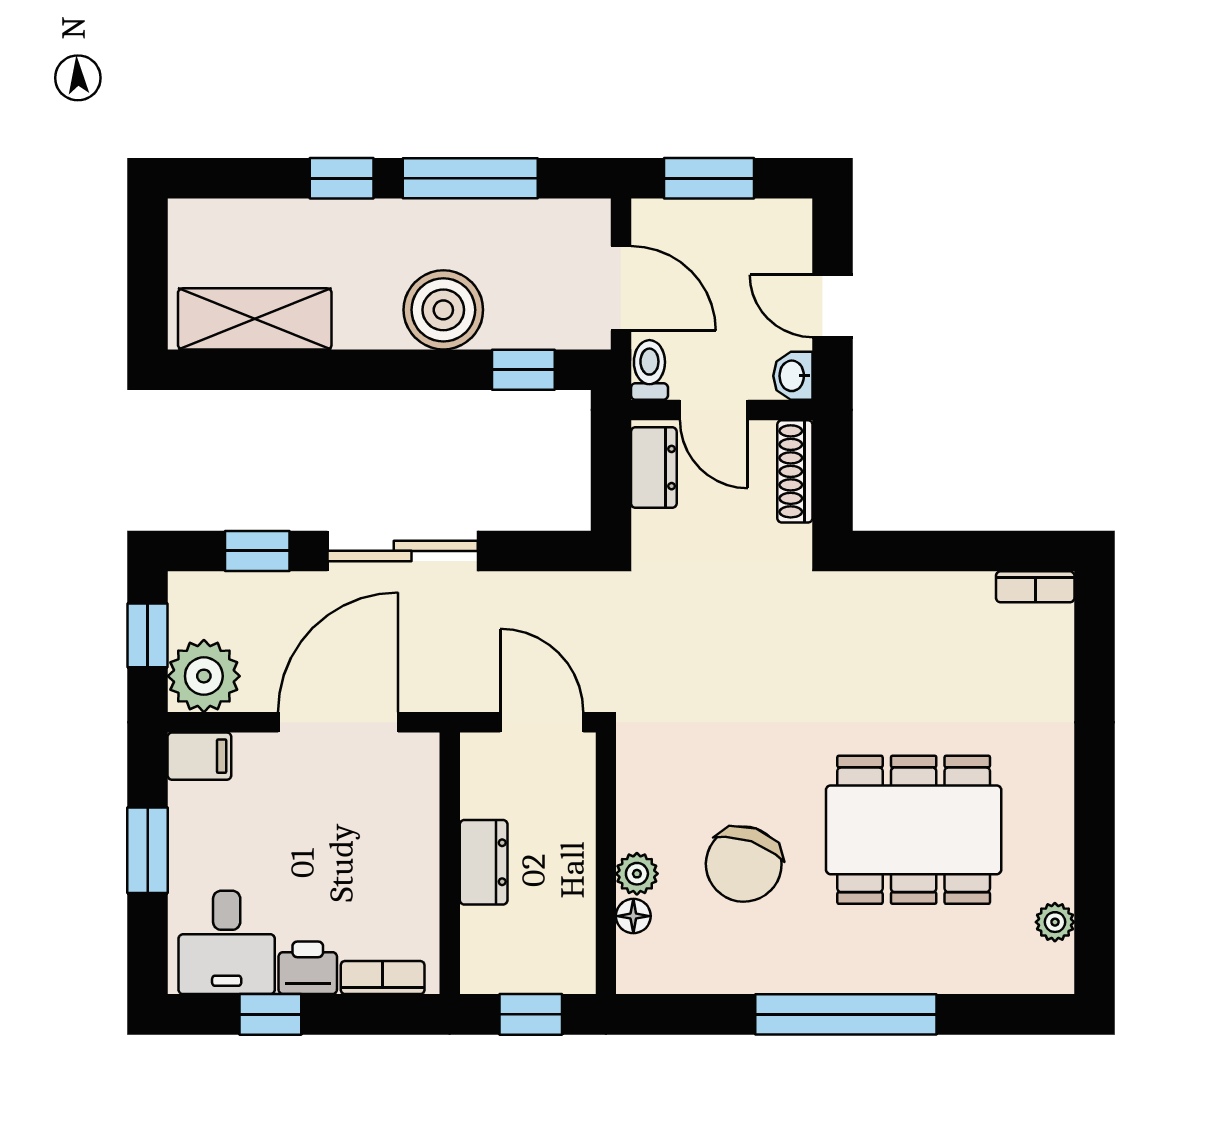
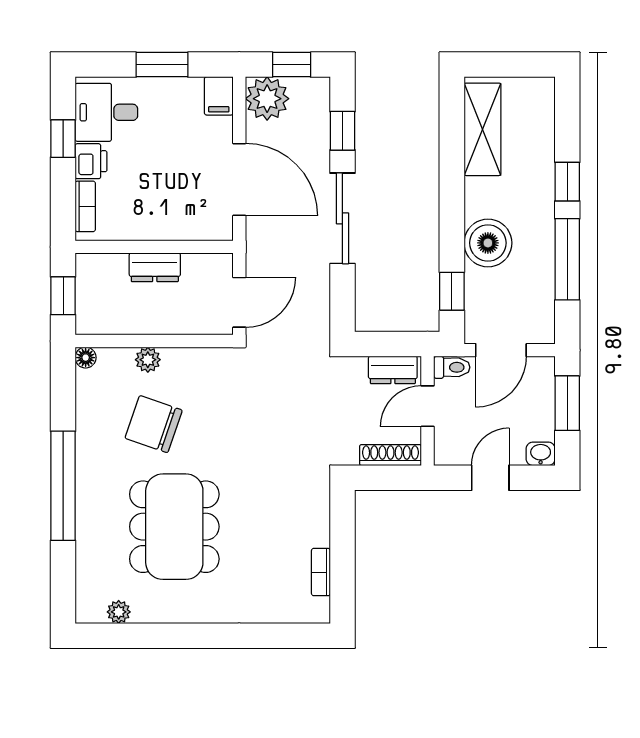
washbasin: (793, 376) -> (541, 454), moved
bookcase: (1035, 587) -> (321, 572), moved
floor lamp: (633, 916) -> (86, 358), moved

